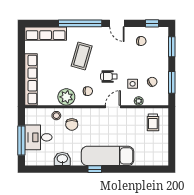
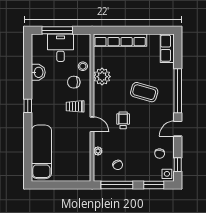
row of seats: (46, 34) -> (167, 48), width x0.68
window: (172, 82) -> (117, 185), width x1.44
side table: (133, 84) -> (167, 174), moved
chair: (88, 91) -> (108, 99), removed
trolley: (153, 122) -> (75, 106), moved
exam couch: (108, 156) -> (41, 152), moved

